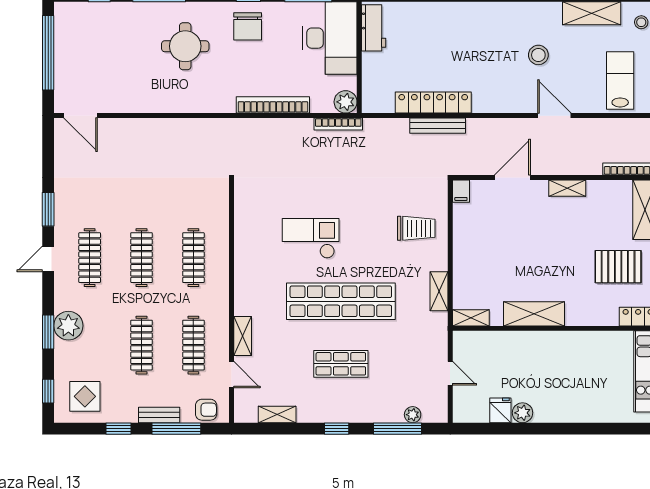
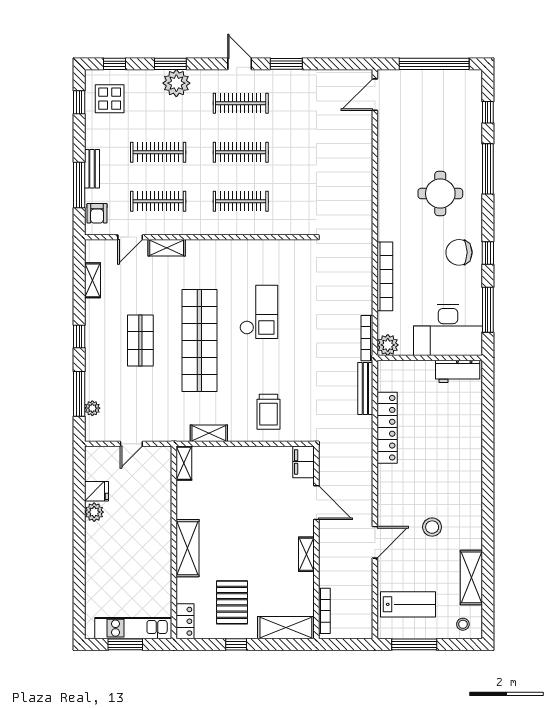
bench: (438, 126) -> (365, 389), moved
filing cabinet: (461, 191) -> (304, 462), width x2.00
shelving: (534, 314) -> (187, 548), moved
window: (118, 429) -> (79, 102), moved

